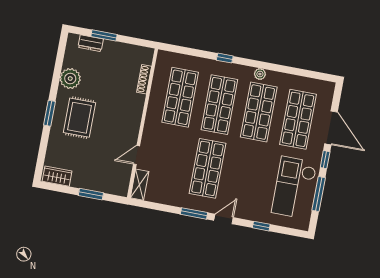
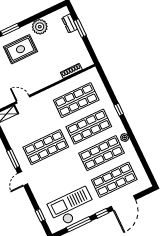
door: (224, 219) -> (23, 179), swing flipped
window: (261, 226) -> (40, 215), moved

